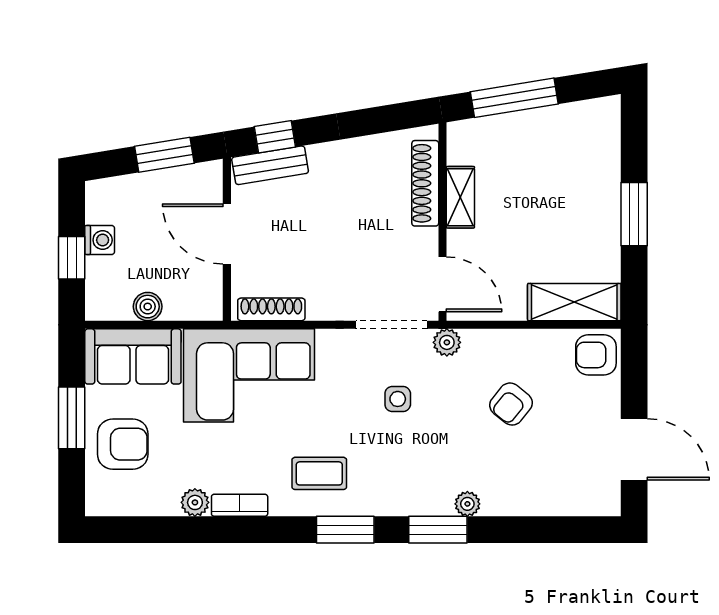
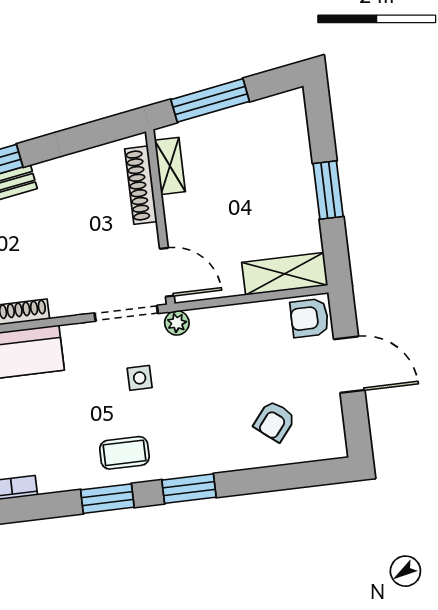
shelving: (460, 197) -> (170, 166), moved
armchair: (511, 404) -> (275, 421), moved
door: (634, 449) -> (349, 365), moved
coffee table: (319, 473) -> (124, 453), moved
plant: (467, 504) -> (212, 463), removed

